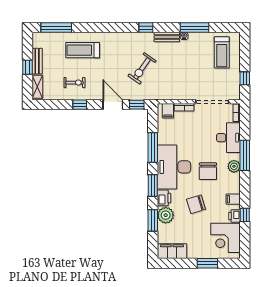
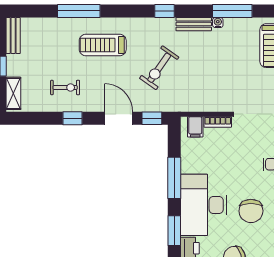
window: (56, 28) -> (79, 11), moved
treadmill: (83, 50) -> (103, 45), moved
bench: (37, 61) -> (13, 36), moved

